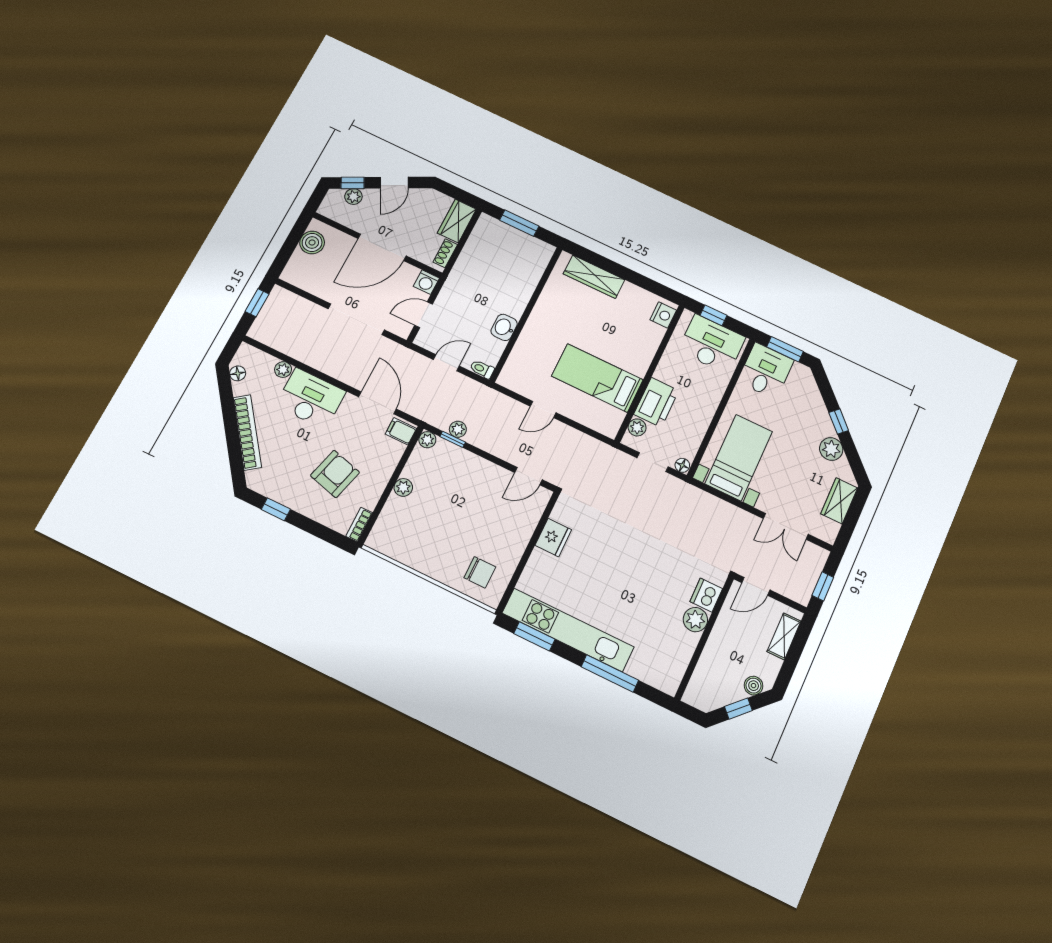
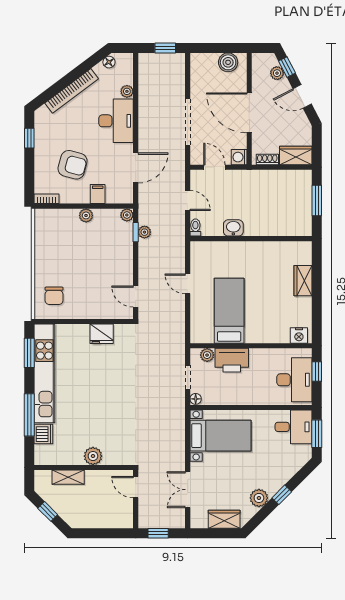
wardrobe: (594, 277) -> (303, 281), width x0.67
filing cabinet: (401, 431) -> (98, 194), moved
dishwasher: (706, 595) -> (43, 434), moved, turned 90
shelving: (784, 636) -> (68, 477), moved
boiler: (754, 686) -> (68, 515), removed

